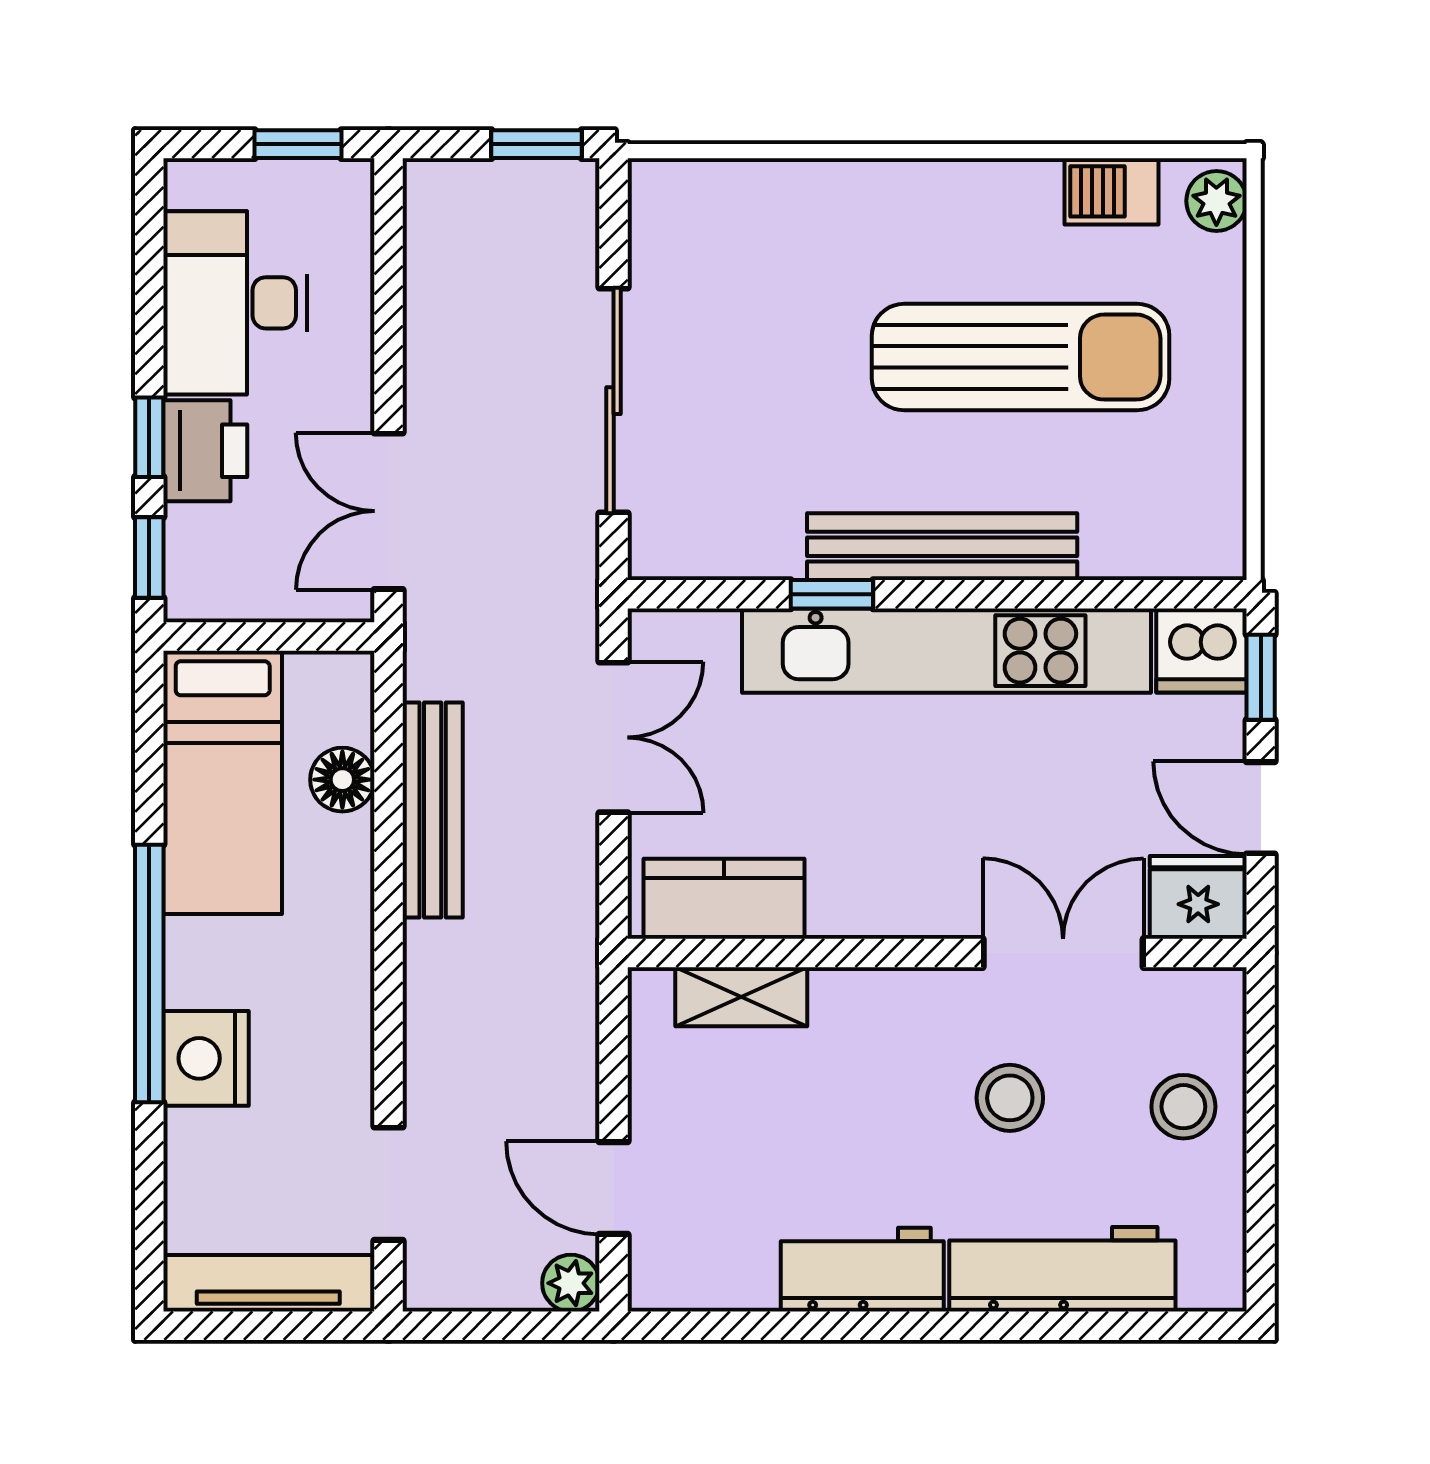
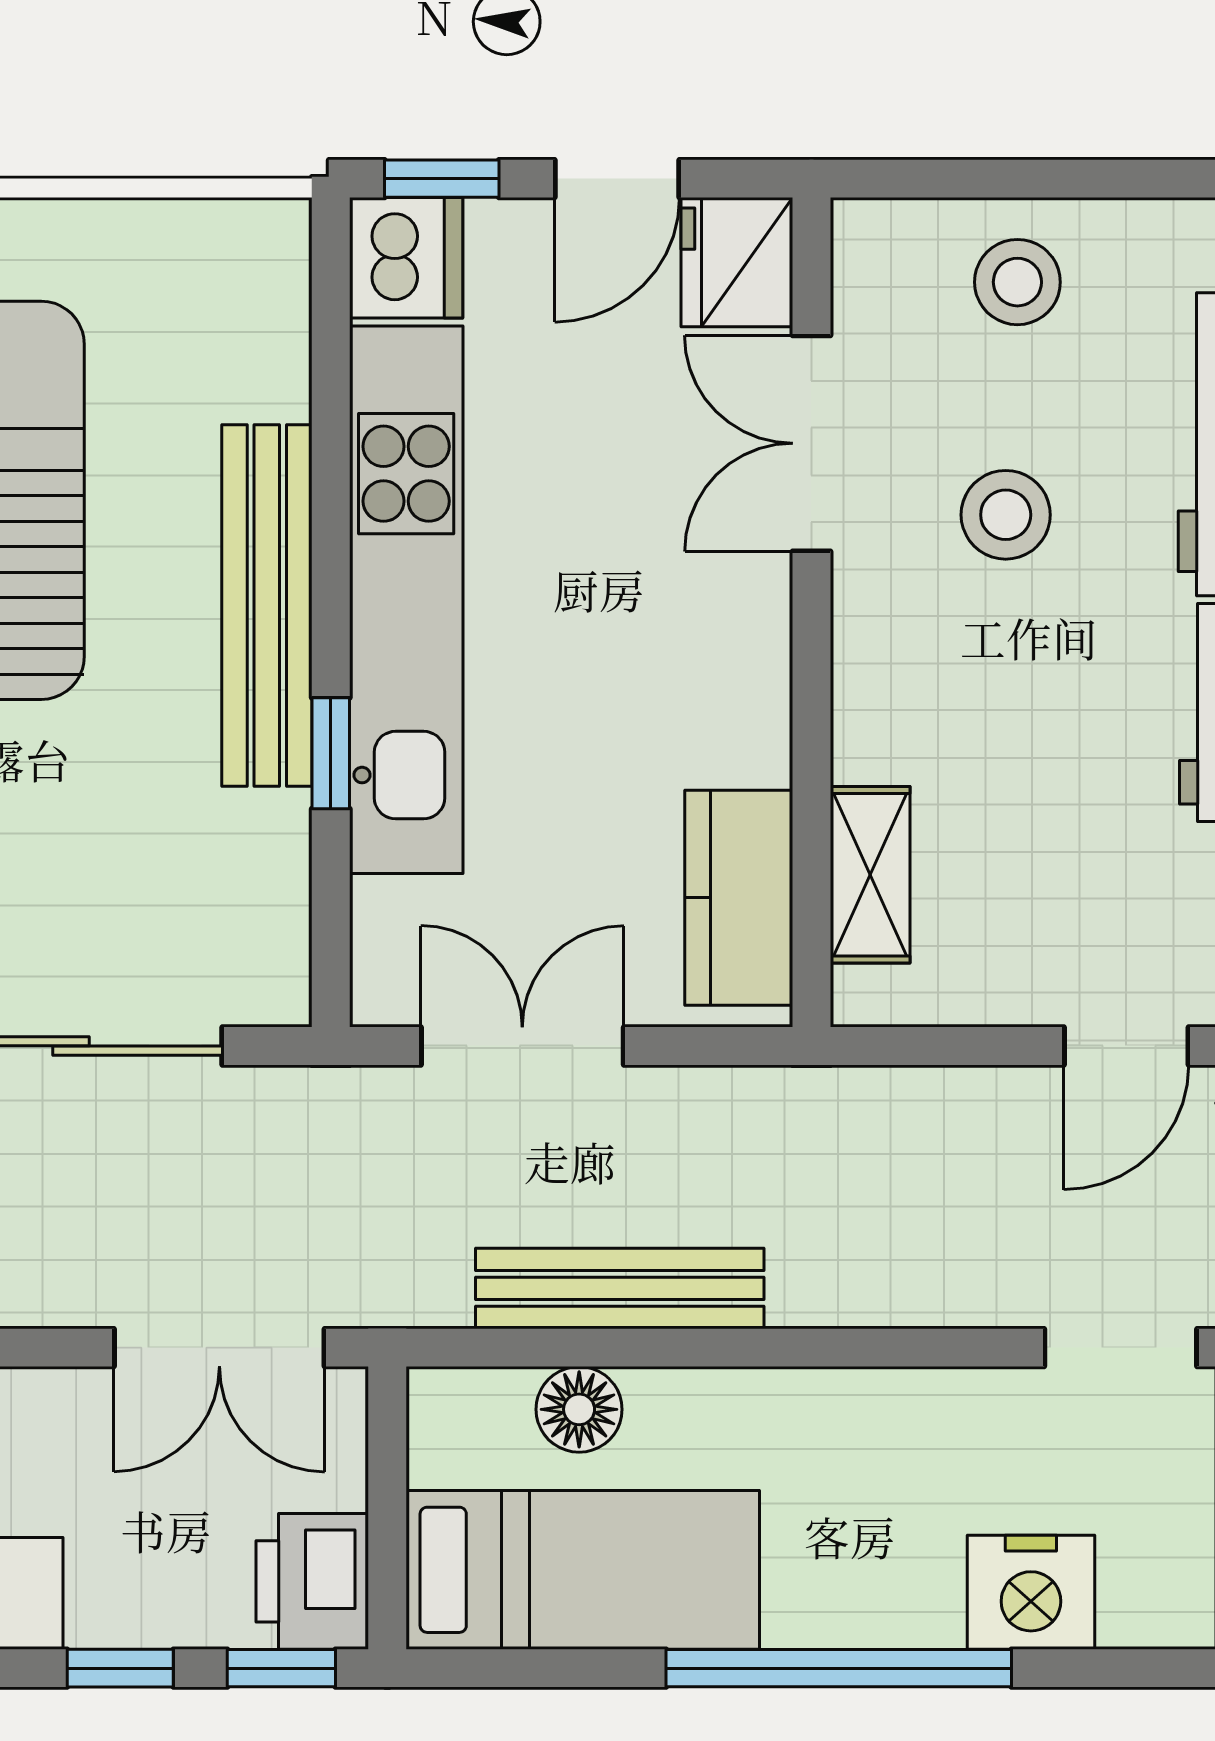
printer: (205, 451) -> (312, 1581), moved, turned -90
nightstand: (206, 1058) -> (1031, 1592), moved

